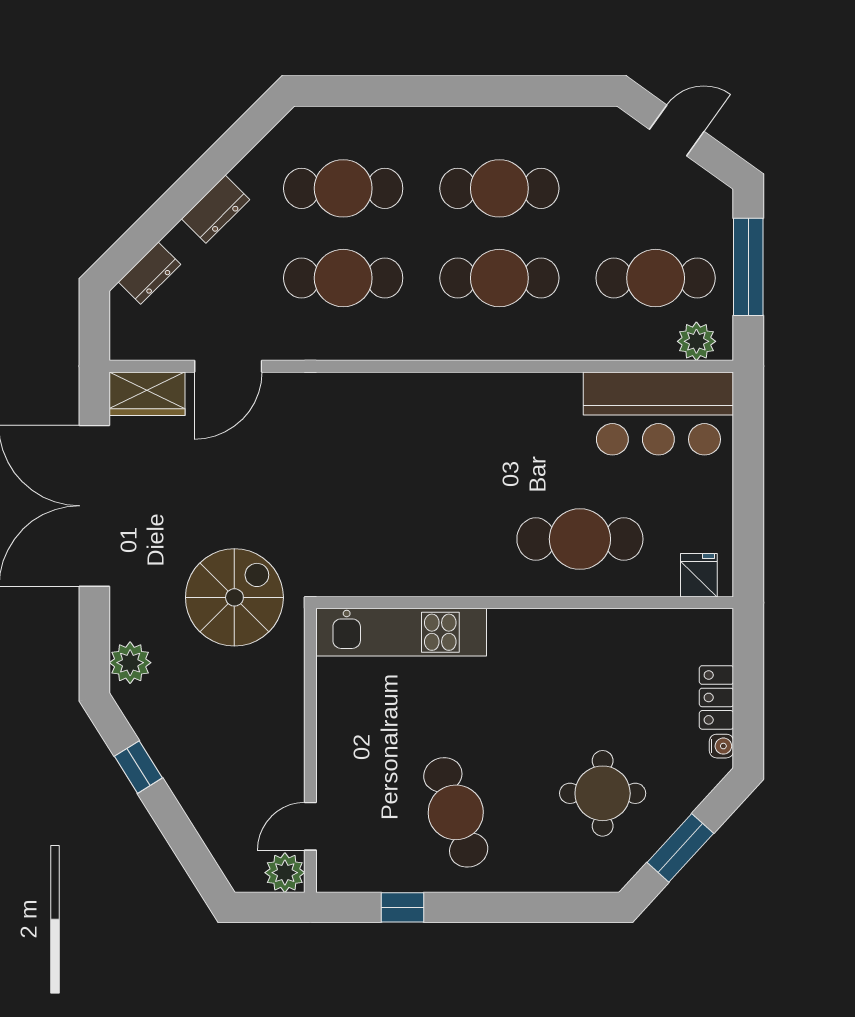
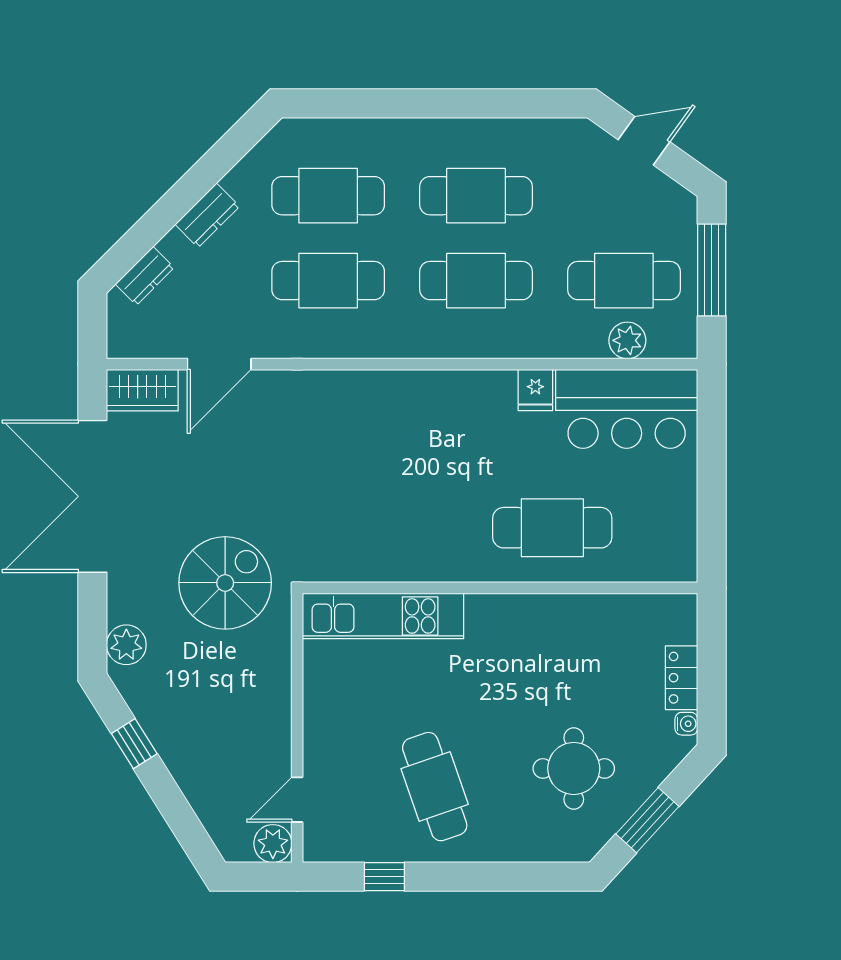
plant: (696, 341) -> (627, 340), moved
fridge: (699, 575) -> (535, 390), moved, turned 180

